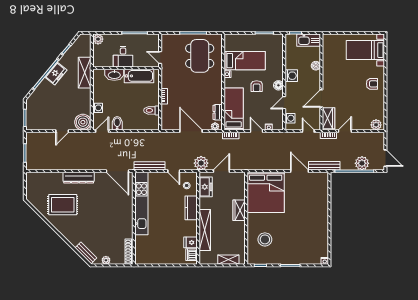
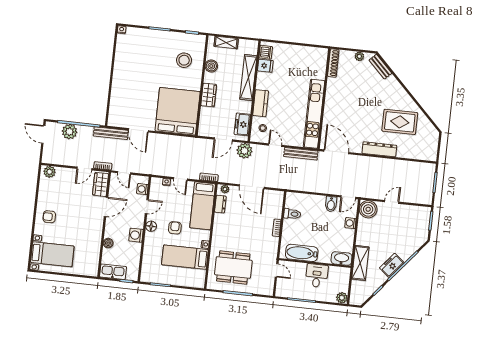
dining table: (200, 56) -> (233, 268), turned 90
washbasin: (114, 75) -> (341, 259), moved
boiler: (240, 237) -> (211, 66), added

